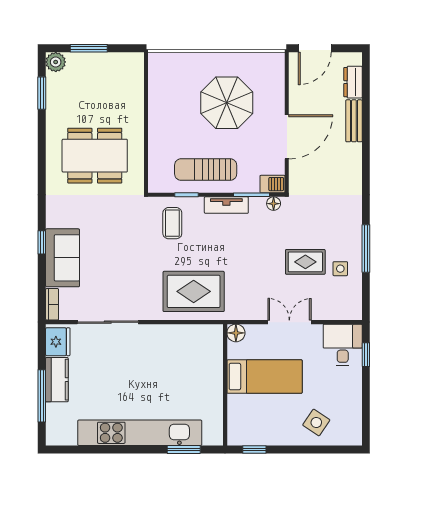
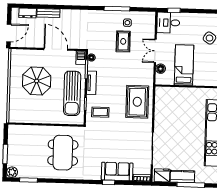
door: (315, 48) -> (9, 33), hinge flipped
sun lounger: (206, 170) -> (72, 93), width x1.36, depth x1.34
floor lamp: (236, 333) -> (161, 69), moved

